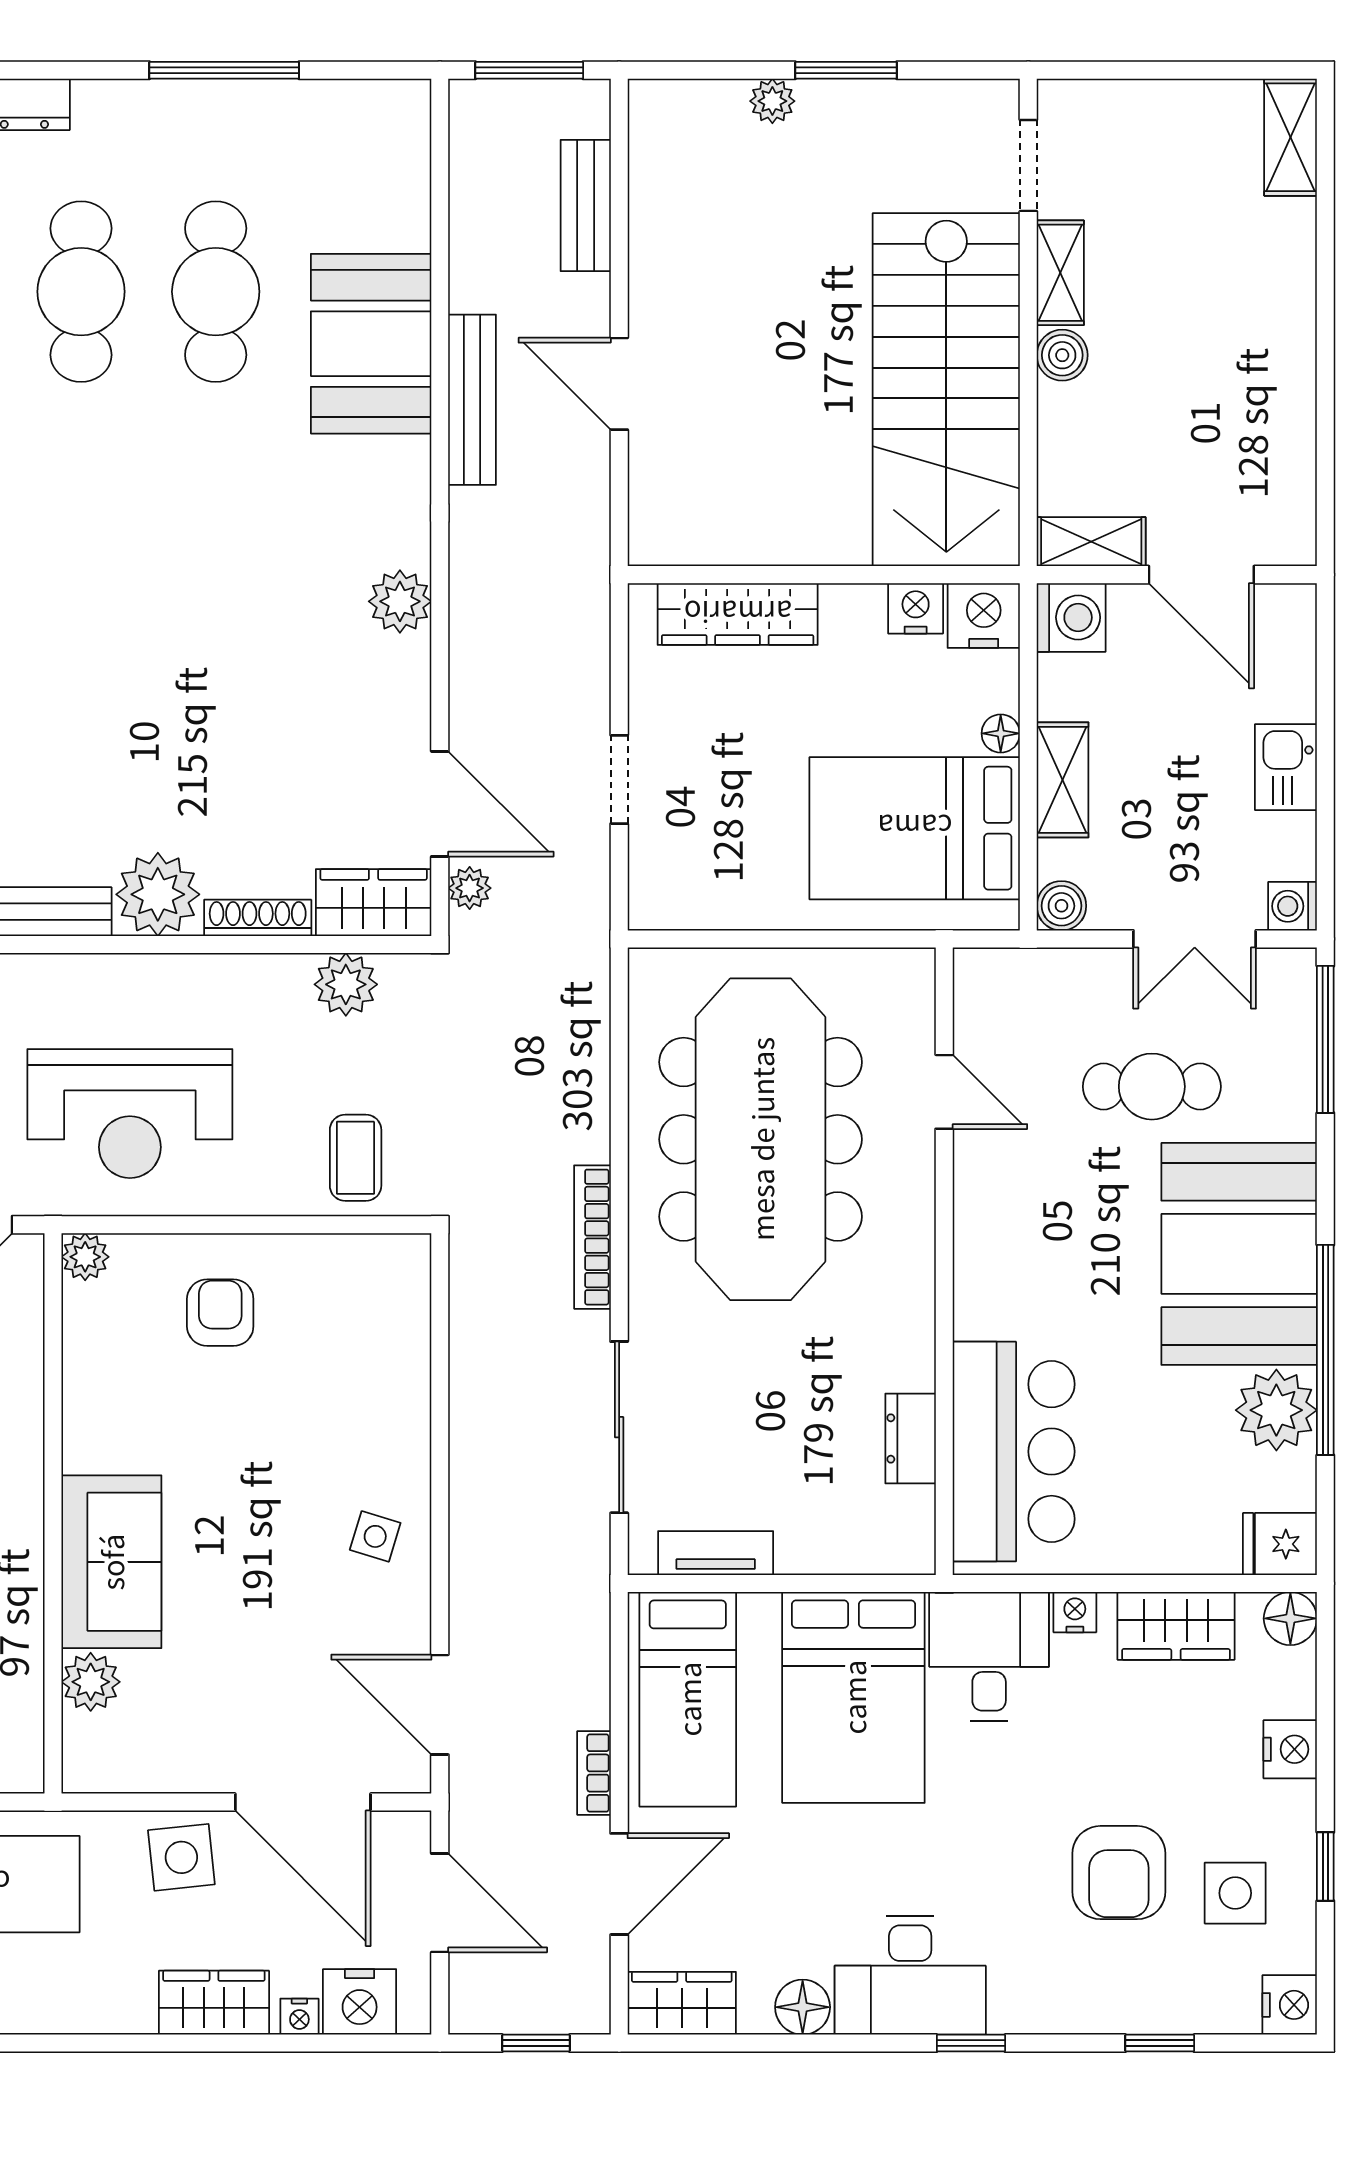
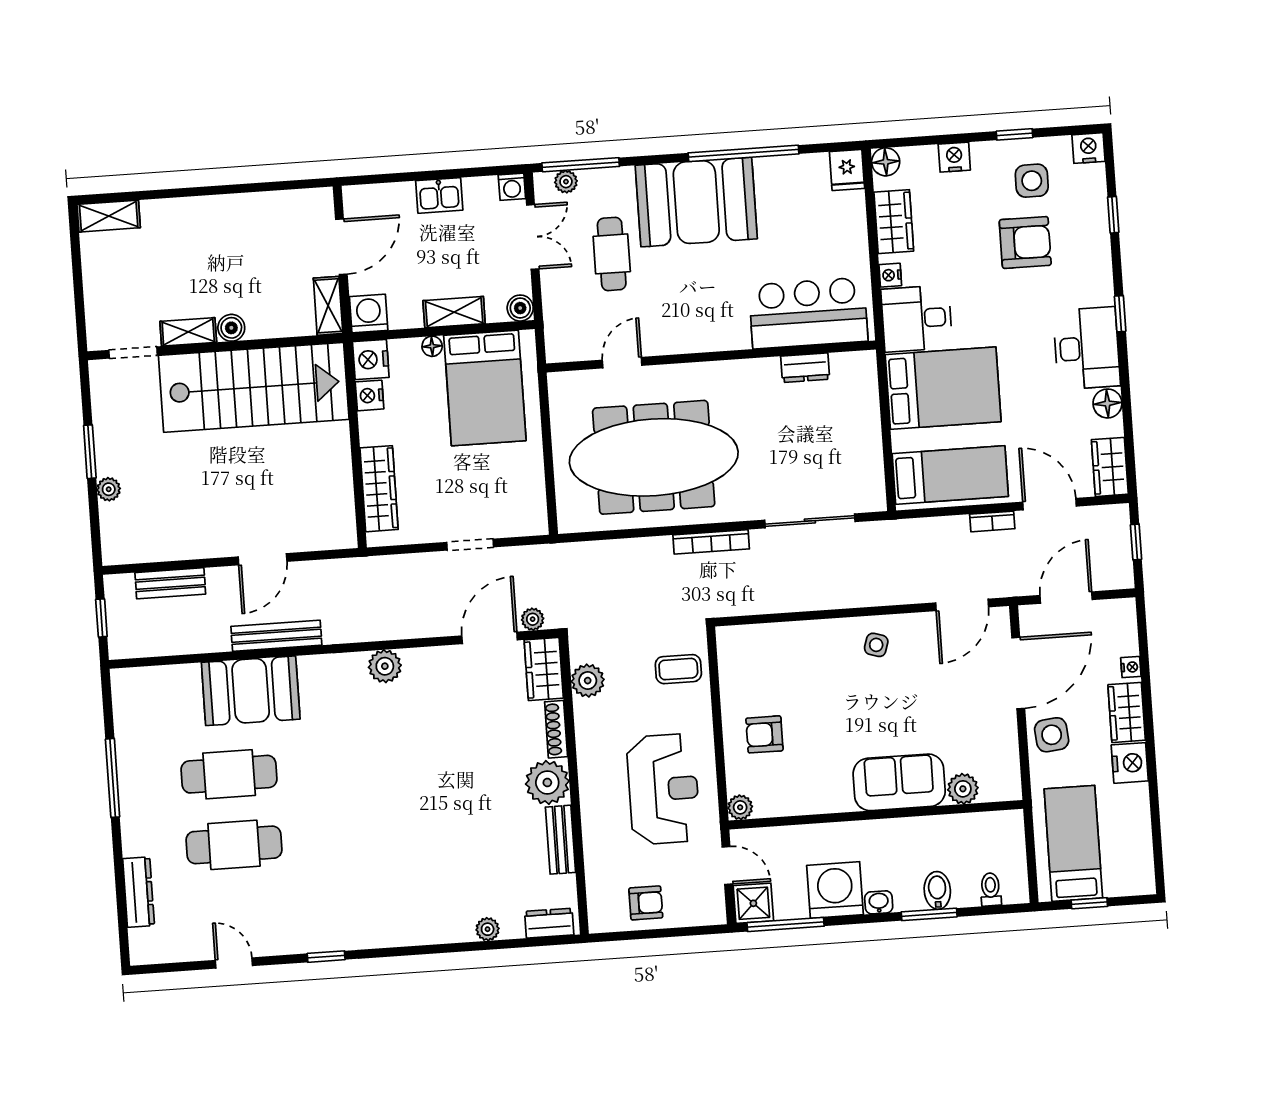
window: (529, 70) -> (101, 618), width x0.67
plant: (1276, 1410) -> (566, 182), moved, width x0.53, depth x0.53
tv unit: (716, 1553) -> (872, 466), removed
nightstand: (360, 2002) -> (1130, 763), moved

